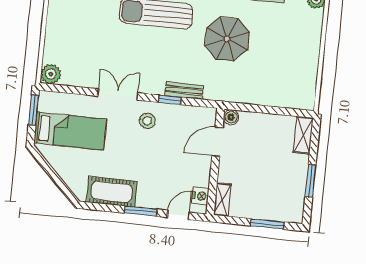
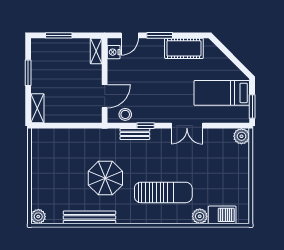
boiler: (231, 117) -> (96, 117), removed
stool: (147, 121) -> (125, 114), moved

